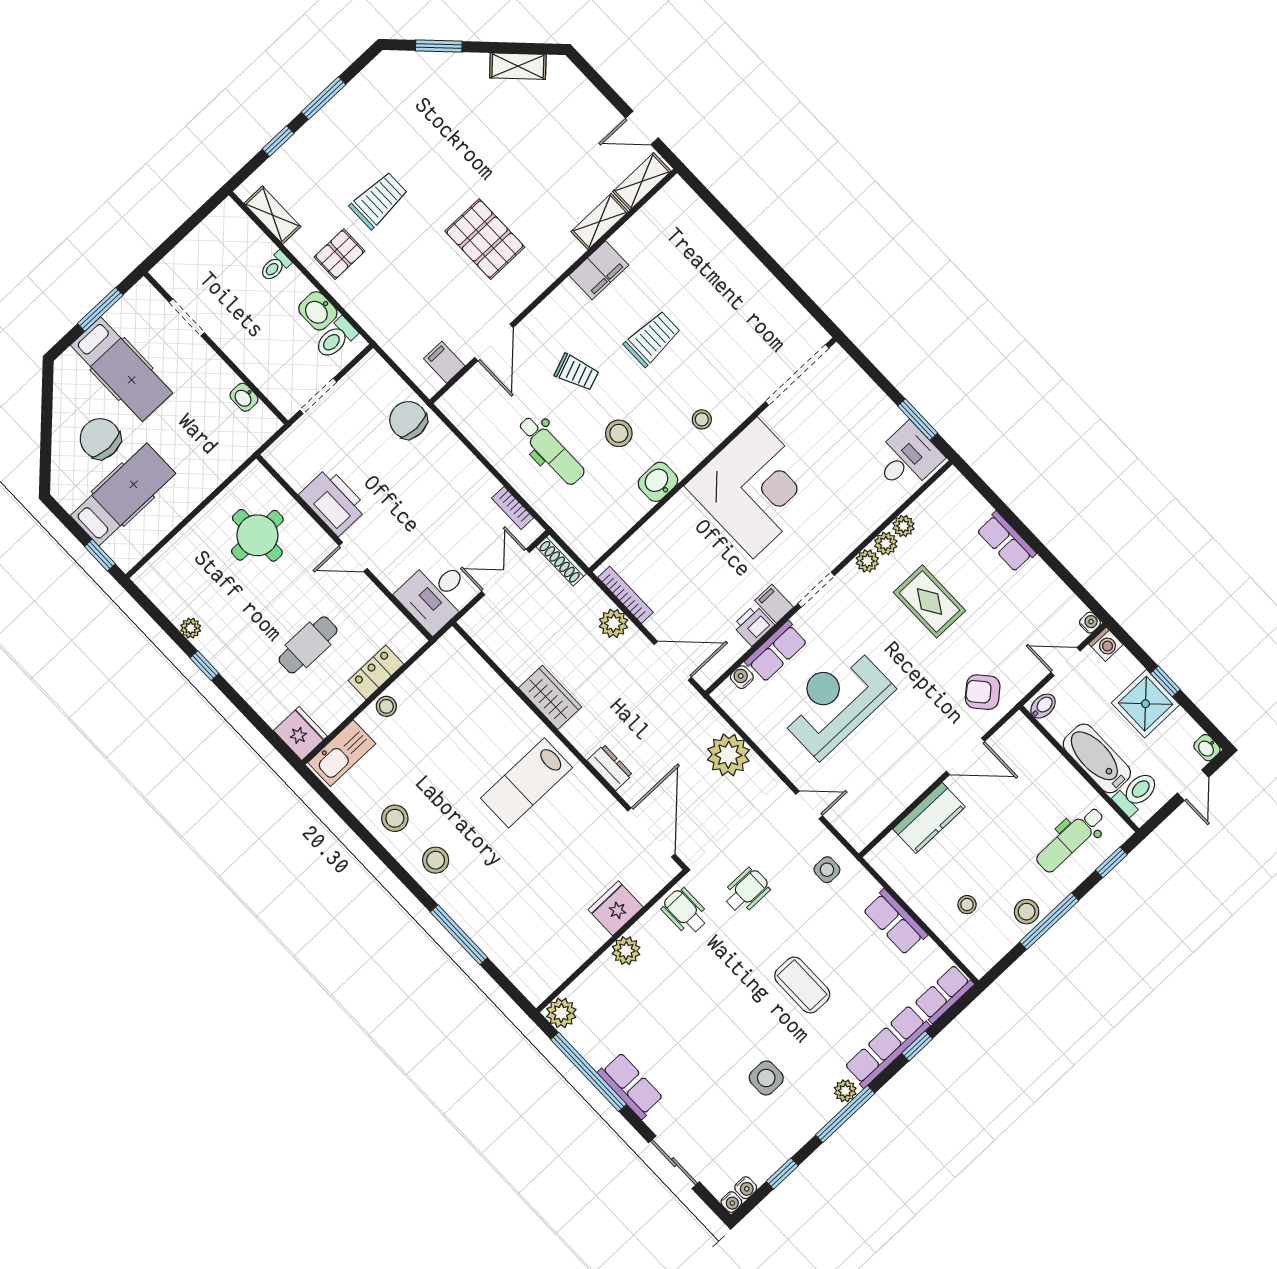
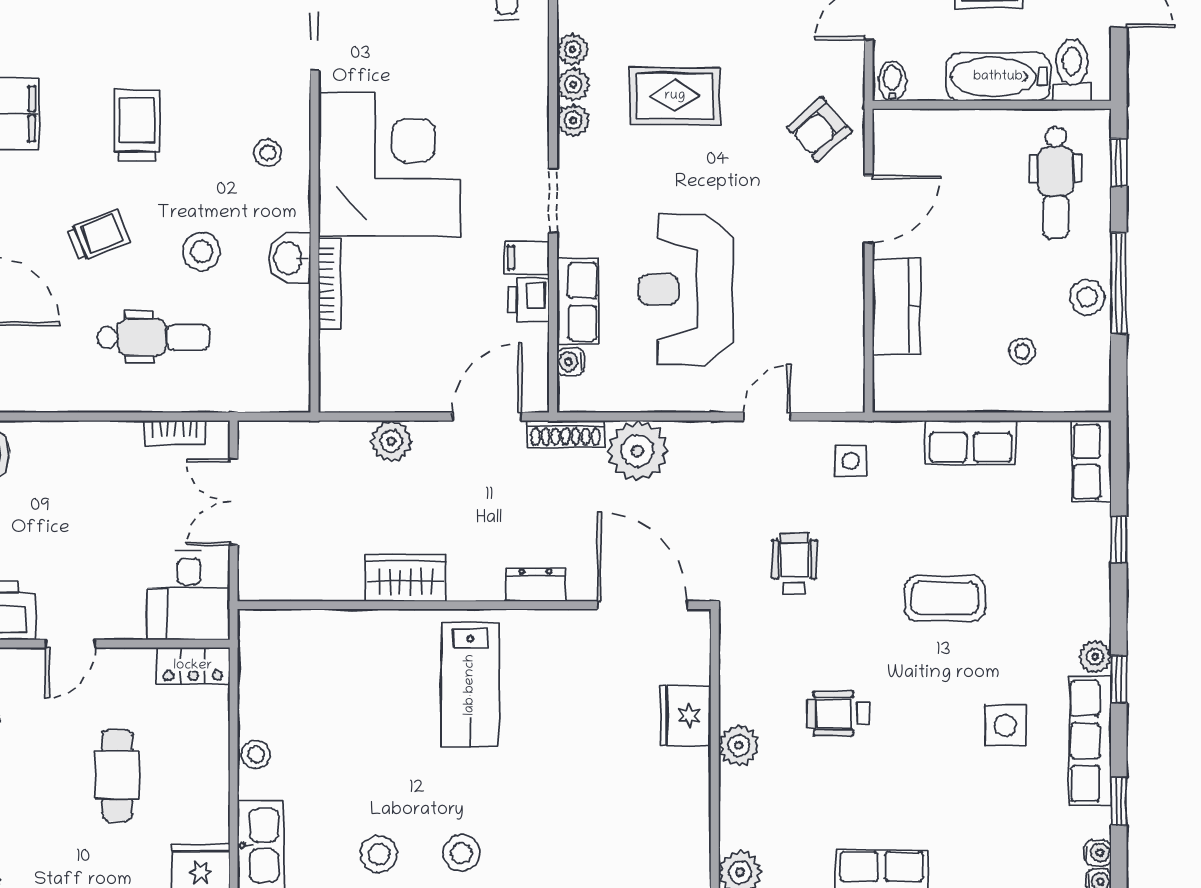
shoe rack: (561, 560) -> (566, 433), moved
bookcase: (625, 595) -> (330, 284), moved, turned 90
locker: (376, 672) -> (193, 666), moved, turned -90
wheelchair: (685, 912) -> (838, 713), moved
row of seats: (887, 1046) -> (1090, 741), moved
window: (845, 1114) -> (1119, 679), width x0.46

